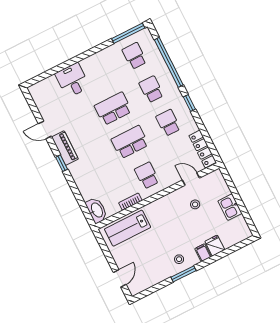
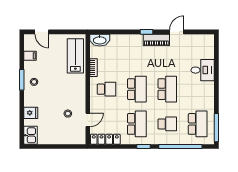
school desk: (134, 56) -> (198, 124), width x1.85
school desk: (168, 123) -> (137, 124), width x1.85
kitchen sink: (230, 207) -> (31, 135), moved, turned 90
filing cabinet: (203, 253) -> (30, 56), moved

